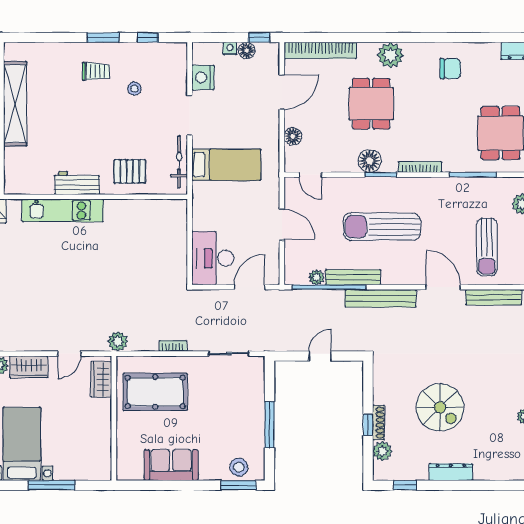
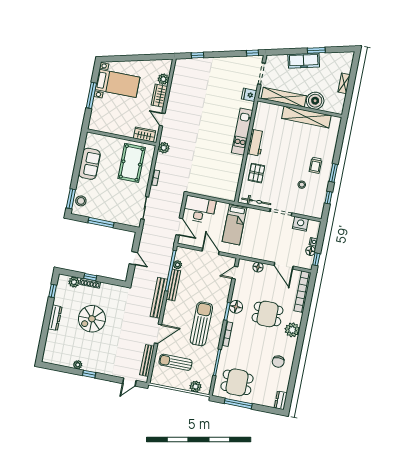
bed: (226, 165) -> (235, 224), moved
door: (282, 224) -> (211, 251), swing flipped
sun lounger: (382, 227) -> (201, 324), moved

